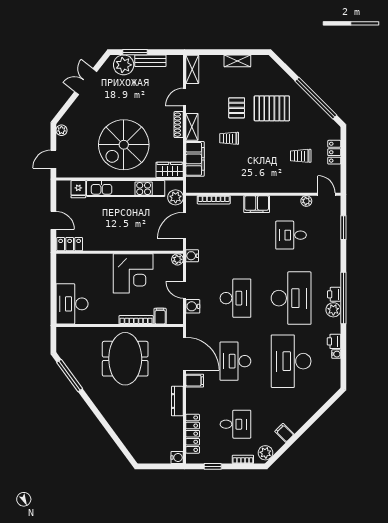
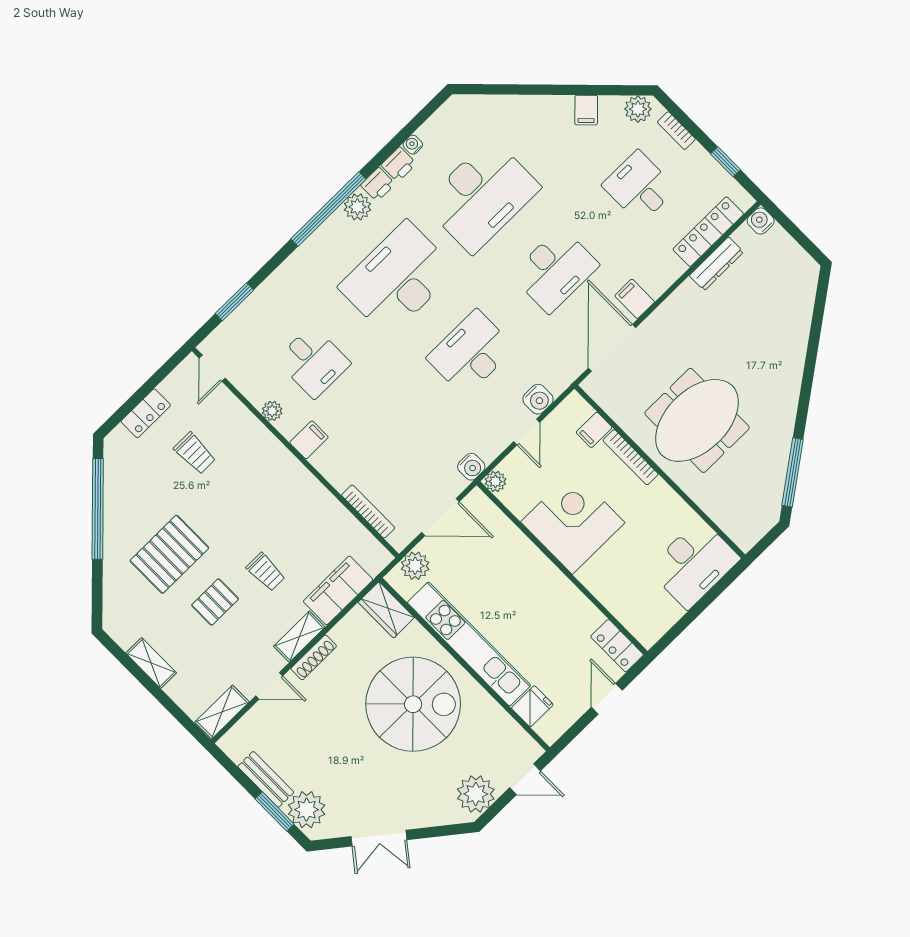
pallet: (272, 108) -> (169, 554), turned 90
plant: (61, 130) -> (476, 794), width x1.87, depth x1.87
plant: (306, 201) -> (272, 411), moved
filing cabinet: (257, 204) -> (309, 440), width x0.50
printer: (334, 294) -> (378, 185), moved
dresser: (177, 401) -> (716, 264), moved

